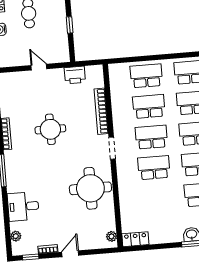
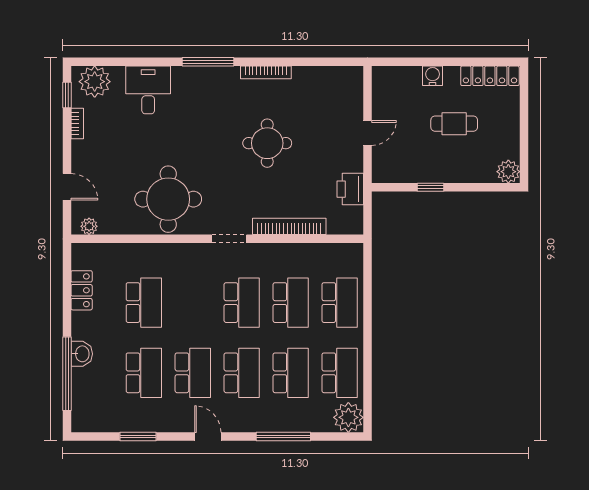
school desk: (154, 168) -> (144, 303), moved
plant: (16, 236) -> (95, 82), width x1.88, depth x1.88
locker: (135, 239) -> (82, 290), moved
door: (70, 254) -> (67, 187), moved

